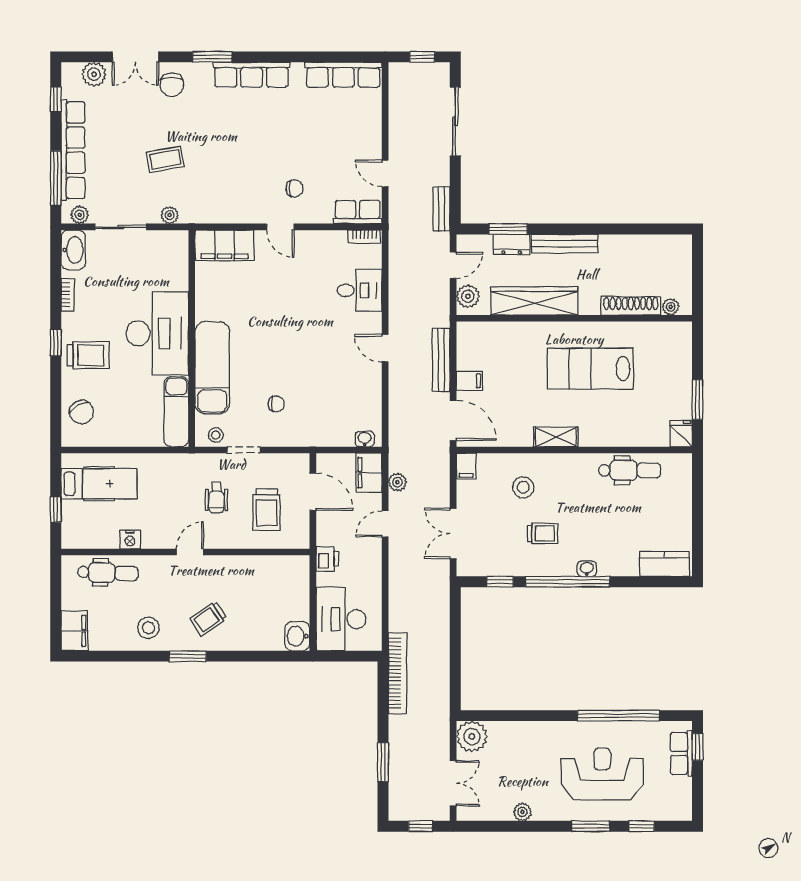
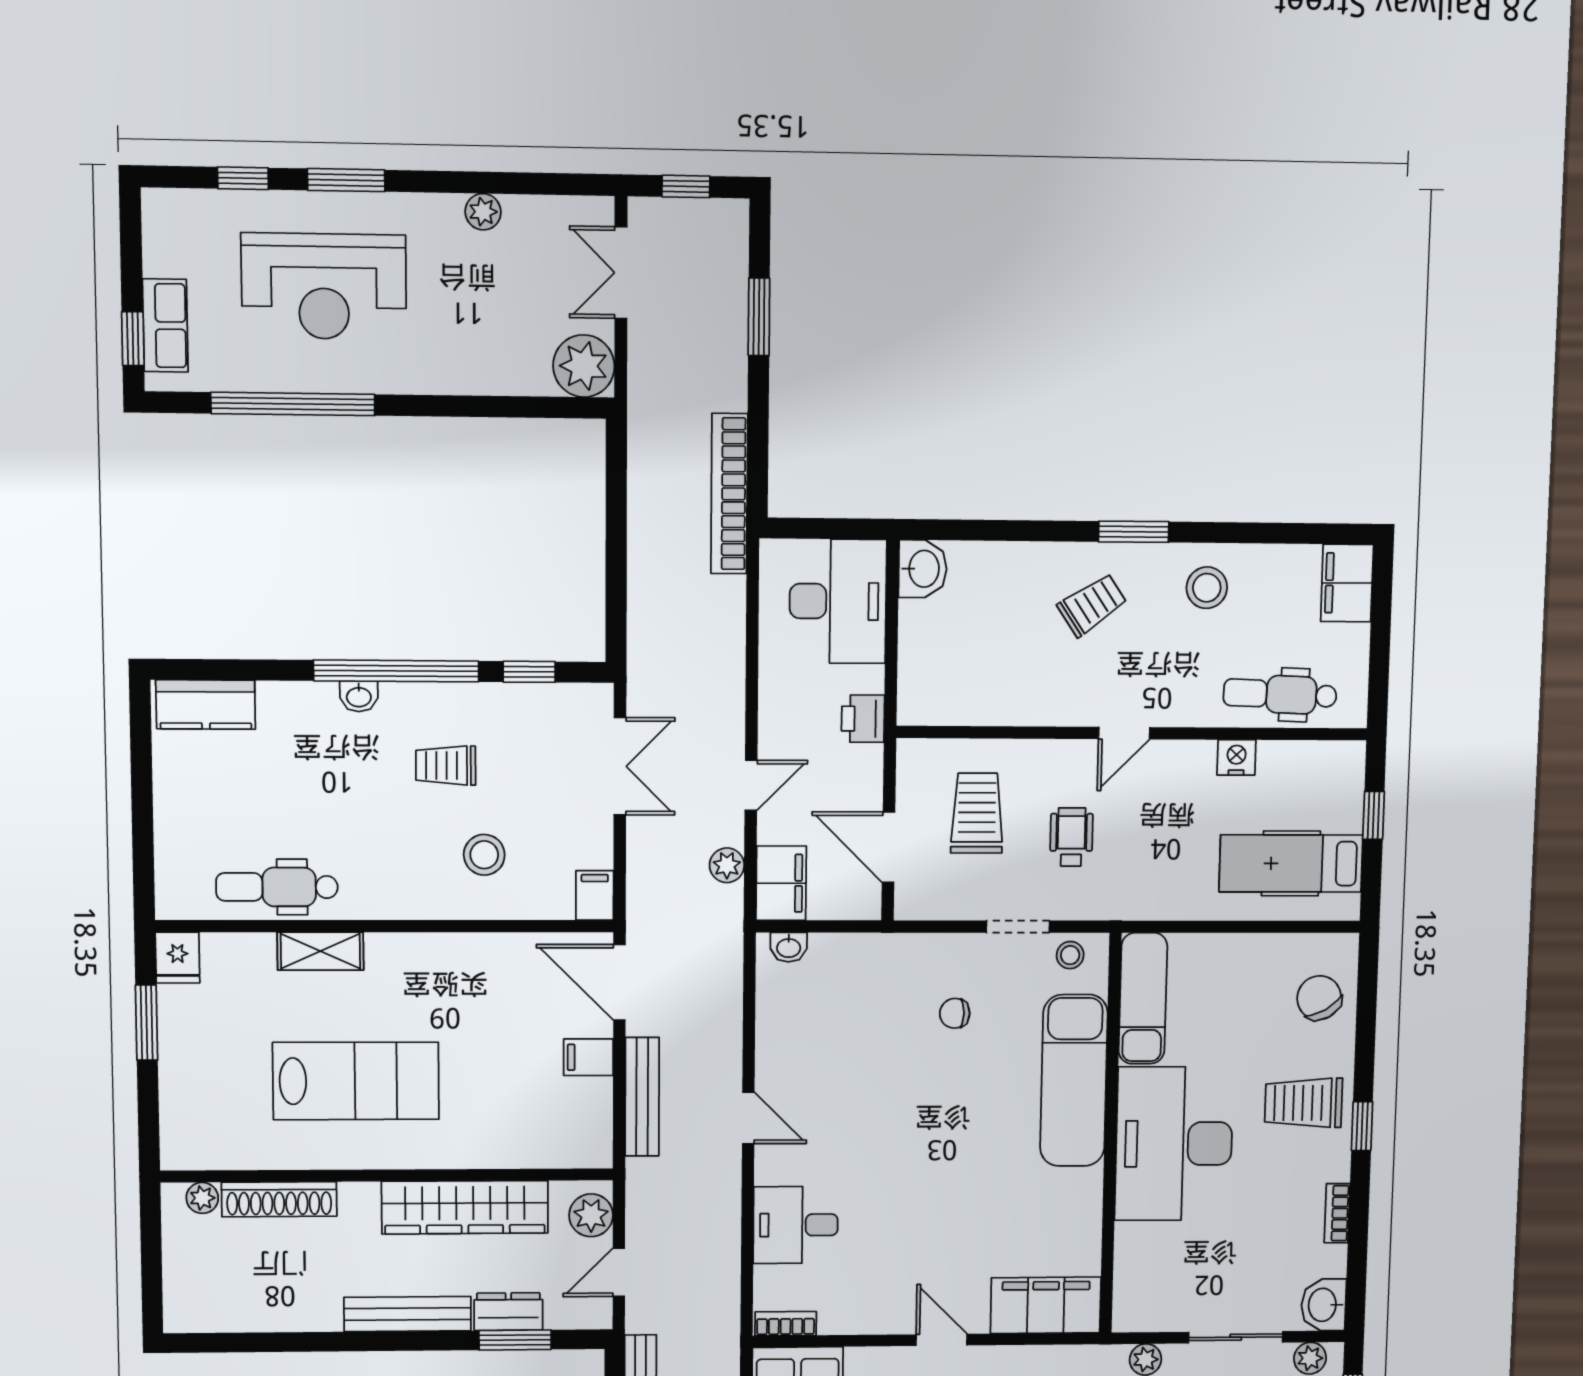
washbasin: (73, 250) -> (1324, 1305), width x0.72
shelving: (556, 437) -> (320, 951), moved

